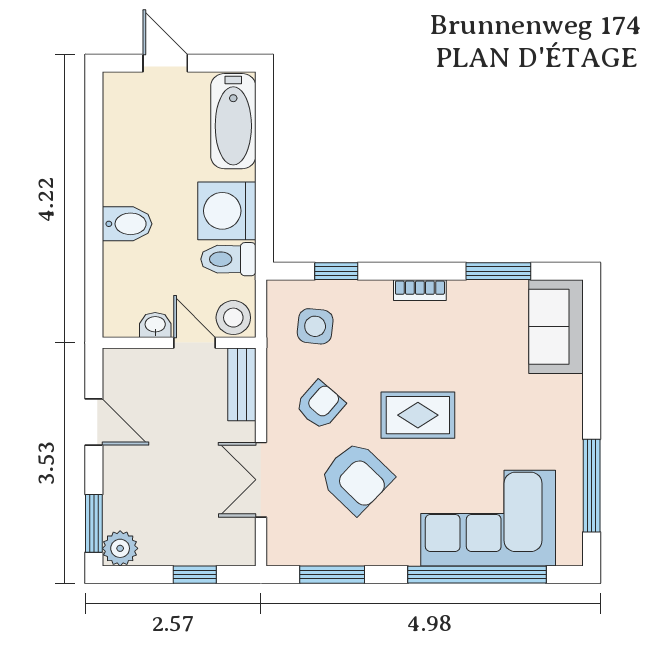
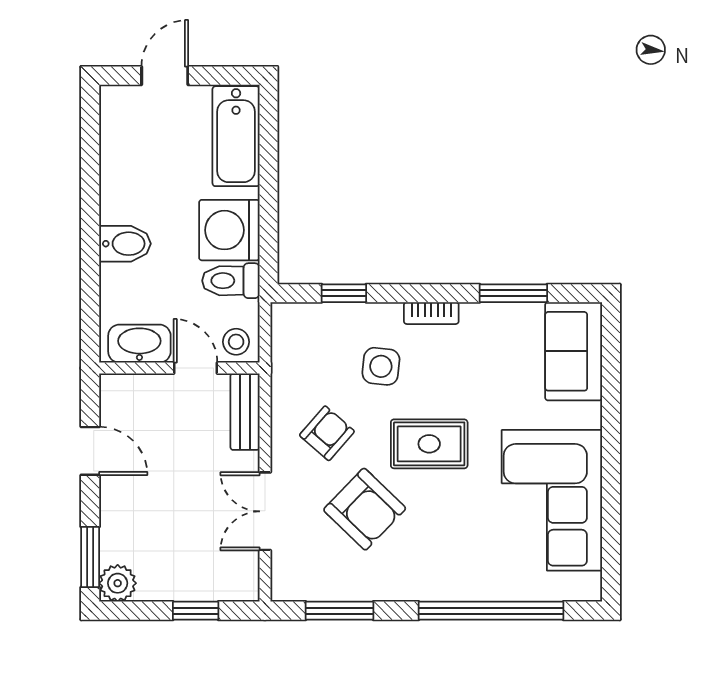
door: (165, 63) -> (165, 76), hinge flipped
stool: (233, 318) -> (236, 342), width x0.73, depth x0.73
washbasin: (155, 325) -> (139, 344), width x1.91, depth x1.45
side table: (315, 326) -> (381, 366), moved
window: (592, 486) -> (611, 518), removed
corner sofa: (488, 518) -> (552, 500), moved, turned -90

